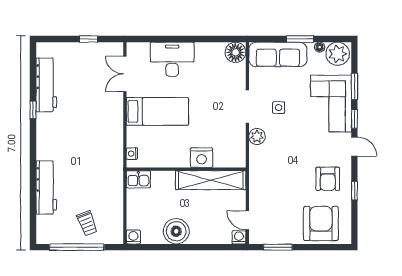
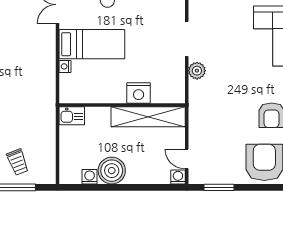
side table: (279, 108) -> (220, 40), removed
nightstand: (132, 154) -> (65, 66), moved
washing machine: (133, 237) -> (90, 177), moved

